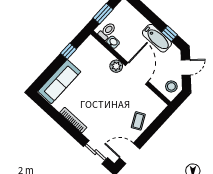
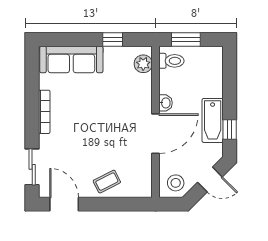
washbasin: (113, 42) -> (165, 103), moved
plant: (116, 66) -> (143, 64), moved

